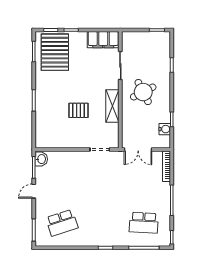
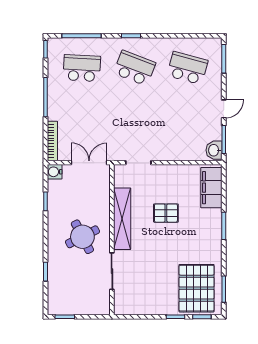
filing cabinet: (103, 40) -> (211, 188), moved, turned -90
shelving: (112, 106) -> (122, 219), width x1.47
water cooler: (165, 129) -> (55, 172), moved
school desk: (62, 223) -> (187, 68), turned 33
school desk: (103, 223) -> (135, 68), added

